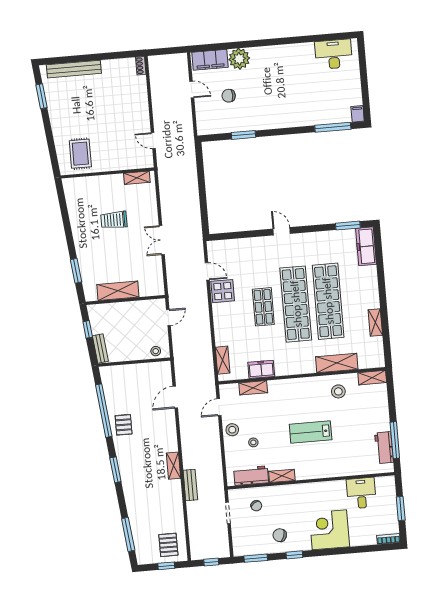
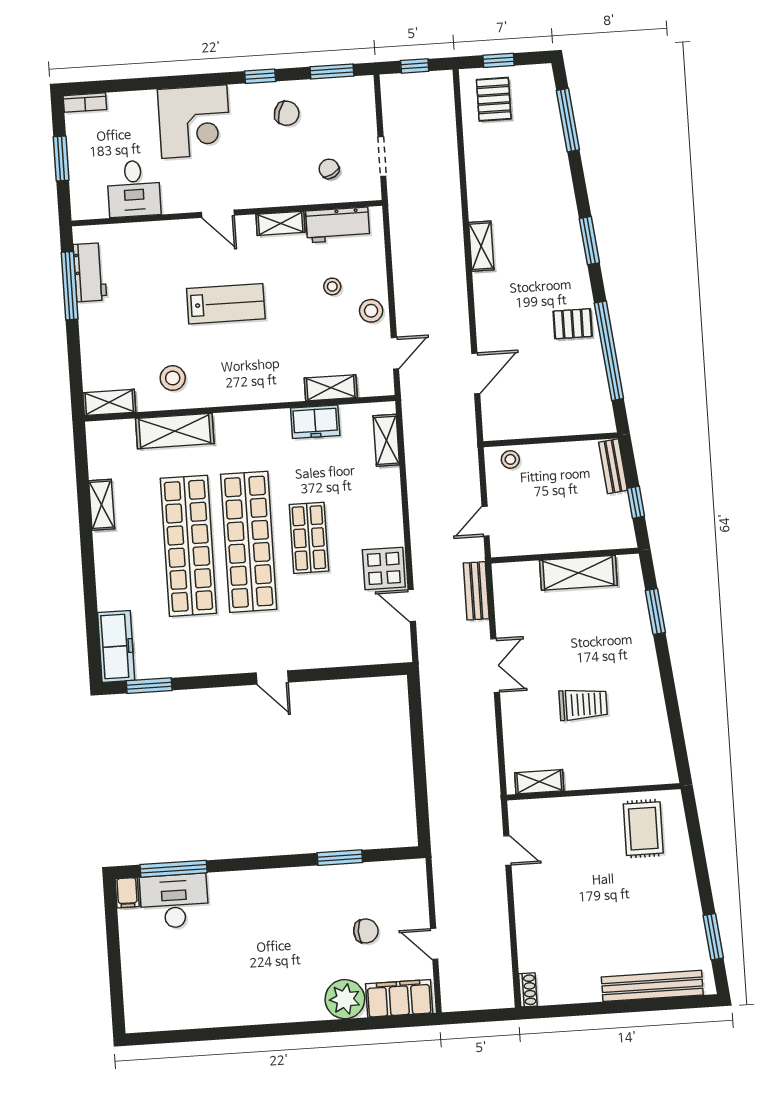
desk: (334, 54) -> (174, 901), moved, turned 180
pallet: (124, 425) -> (573, 324), turned 90
door: (316, 480) -> (218, 214), added
bench: (190, 485) -> (476, 591), moved

